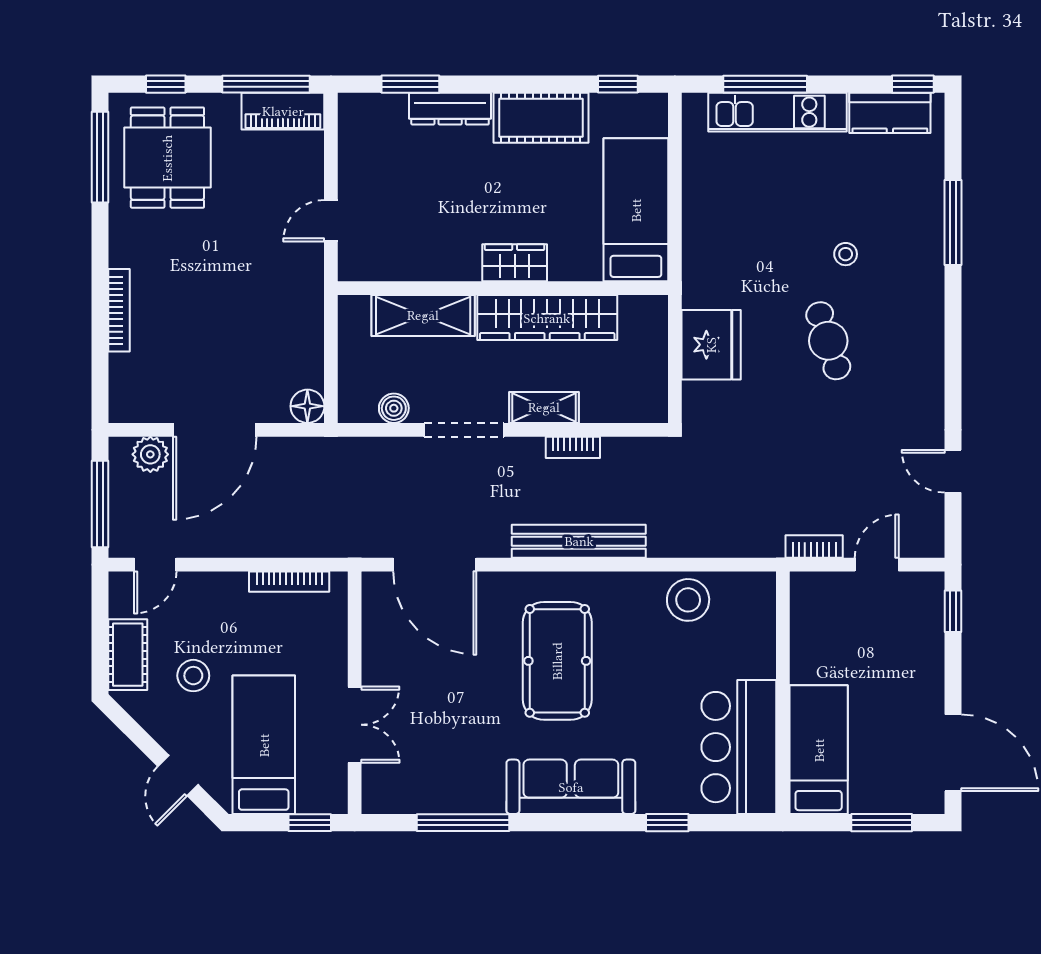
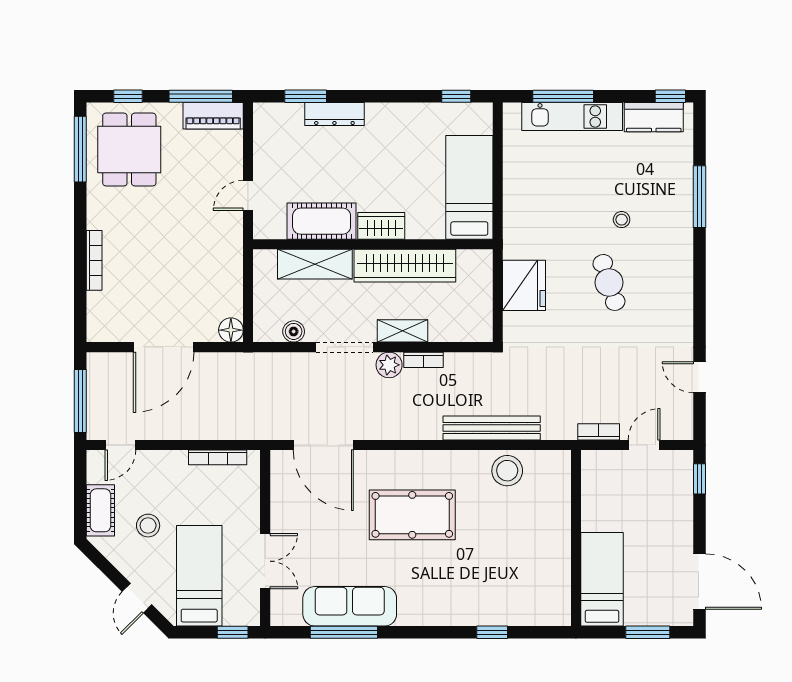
cot: (541, 118) -> (322, 221), moved
plant: (150, 454) -> (389, 365), moved
bench: (579, 541) -> (492, 428), moved
pool table: (557, 661) -> (412, 515), turned 90
bar counter: (739, 747) -> (544, 577), removed
sofa: (571, 787) -> (350, 606), moved

